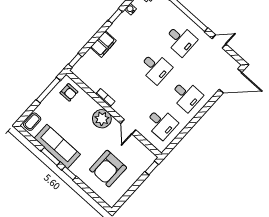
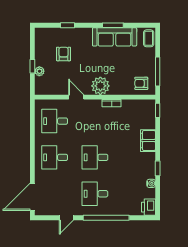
window: (152, 168) -> (32, 66), moved
armchair: (108, 169) -> (63, 54), width x0.53, depth x0.53
plant: (138, 172) -> (39, 71), added
window: (69, 173) -> (67, 25), moved

